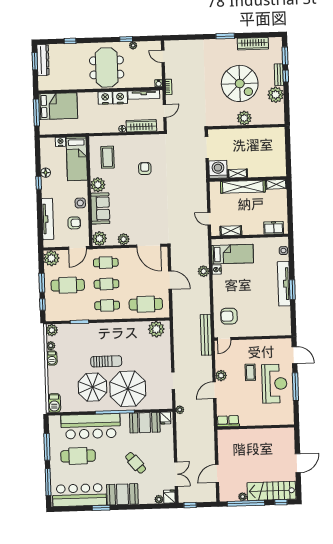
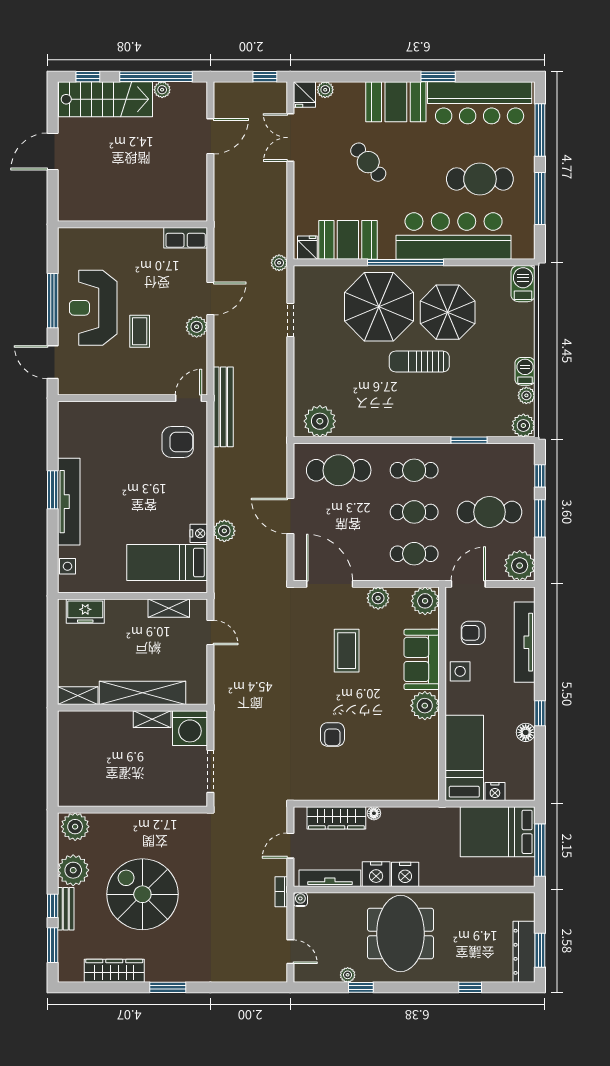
bed: (58, 106) -> (498, 832), moved
plant: (244, 118) -> (75, 827), moved
coffee table: (108, 157) -> (347, 651), moved

